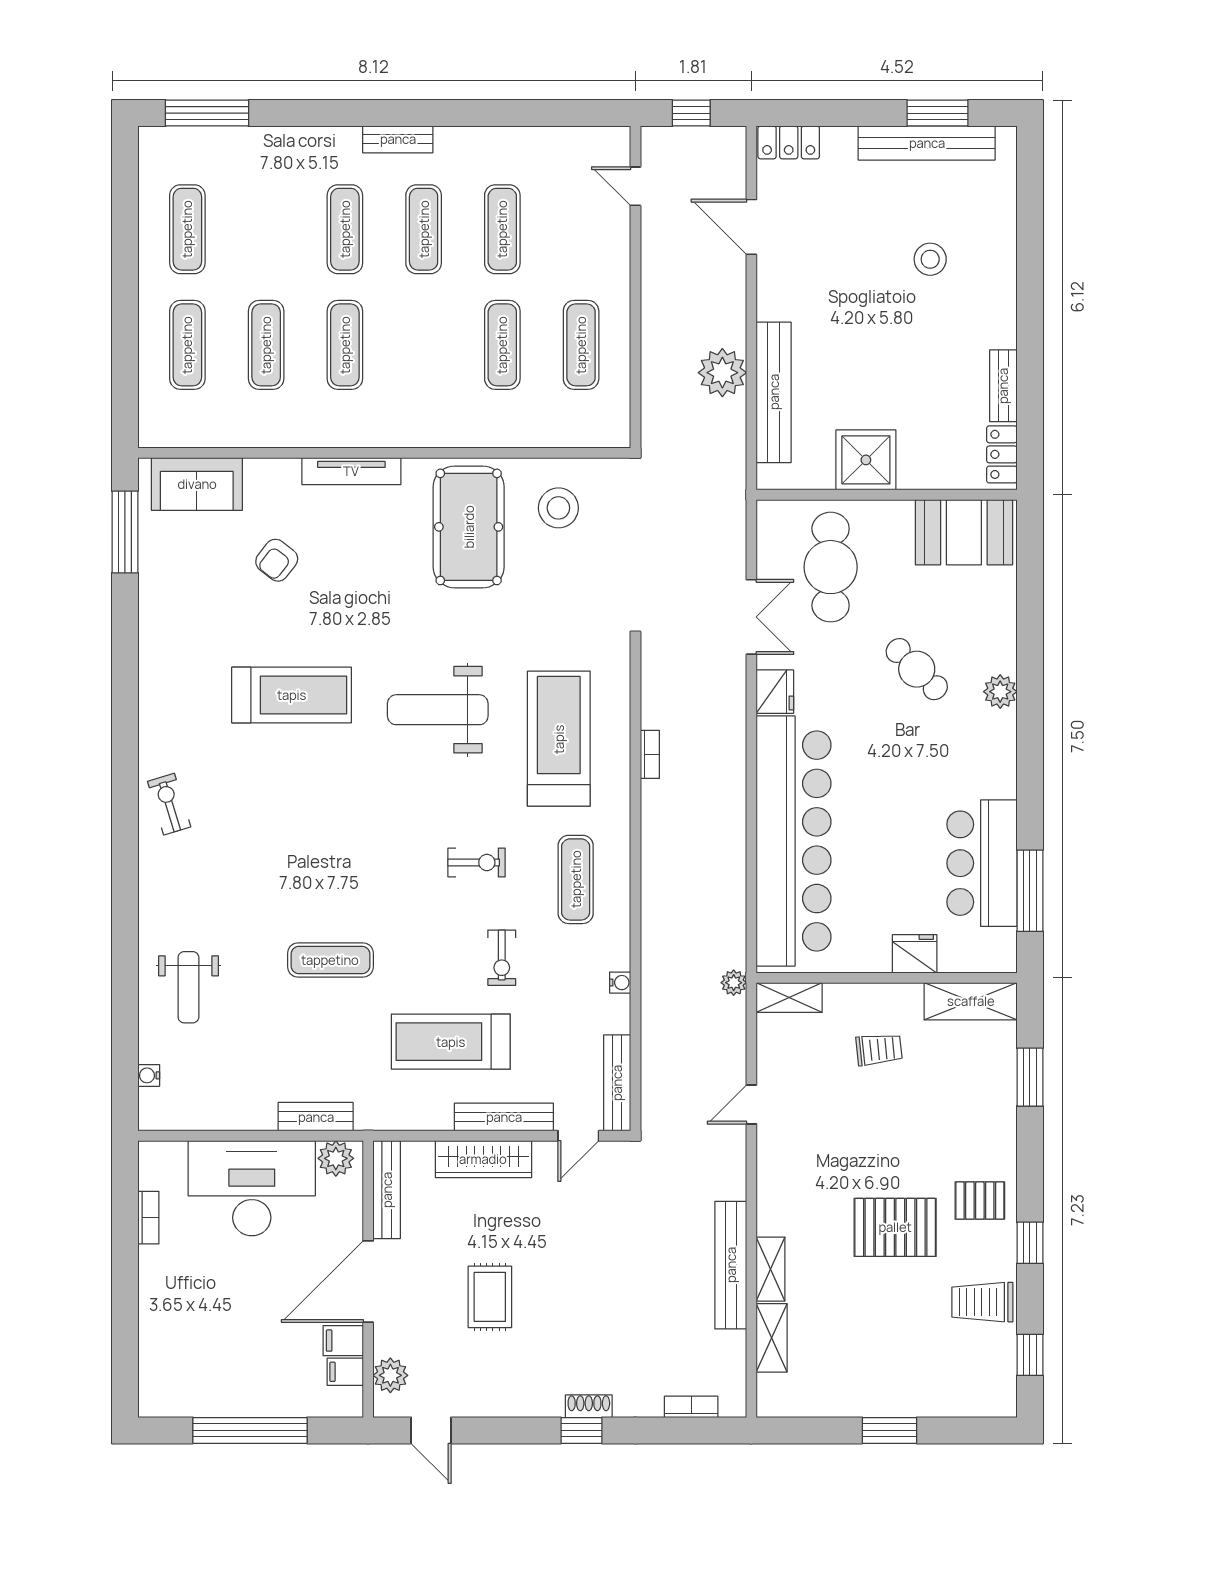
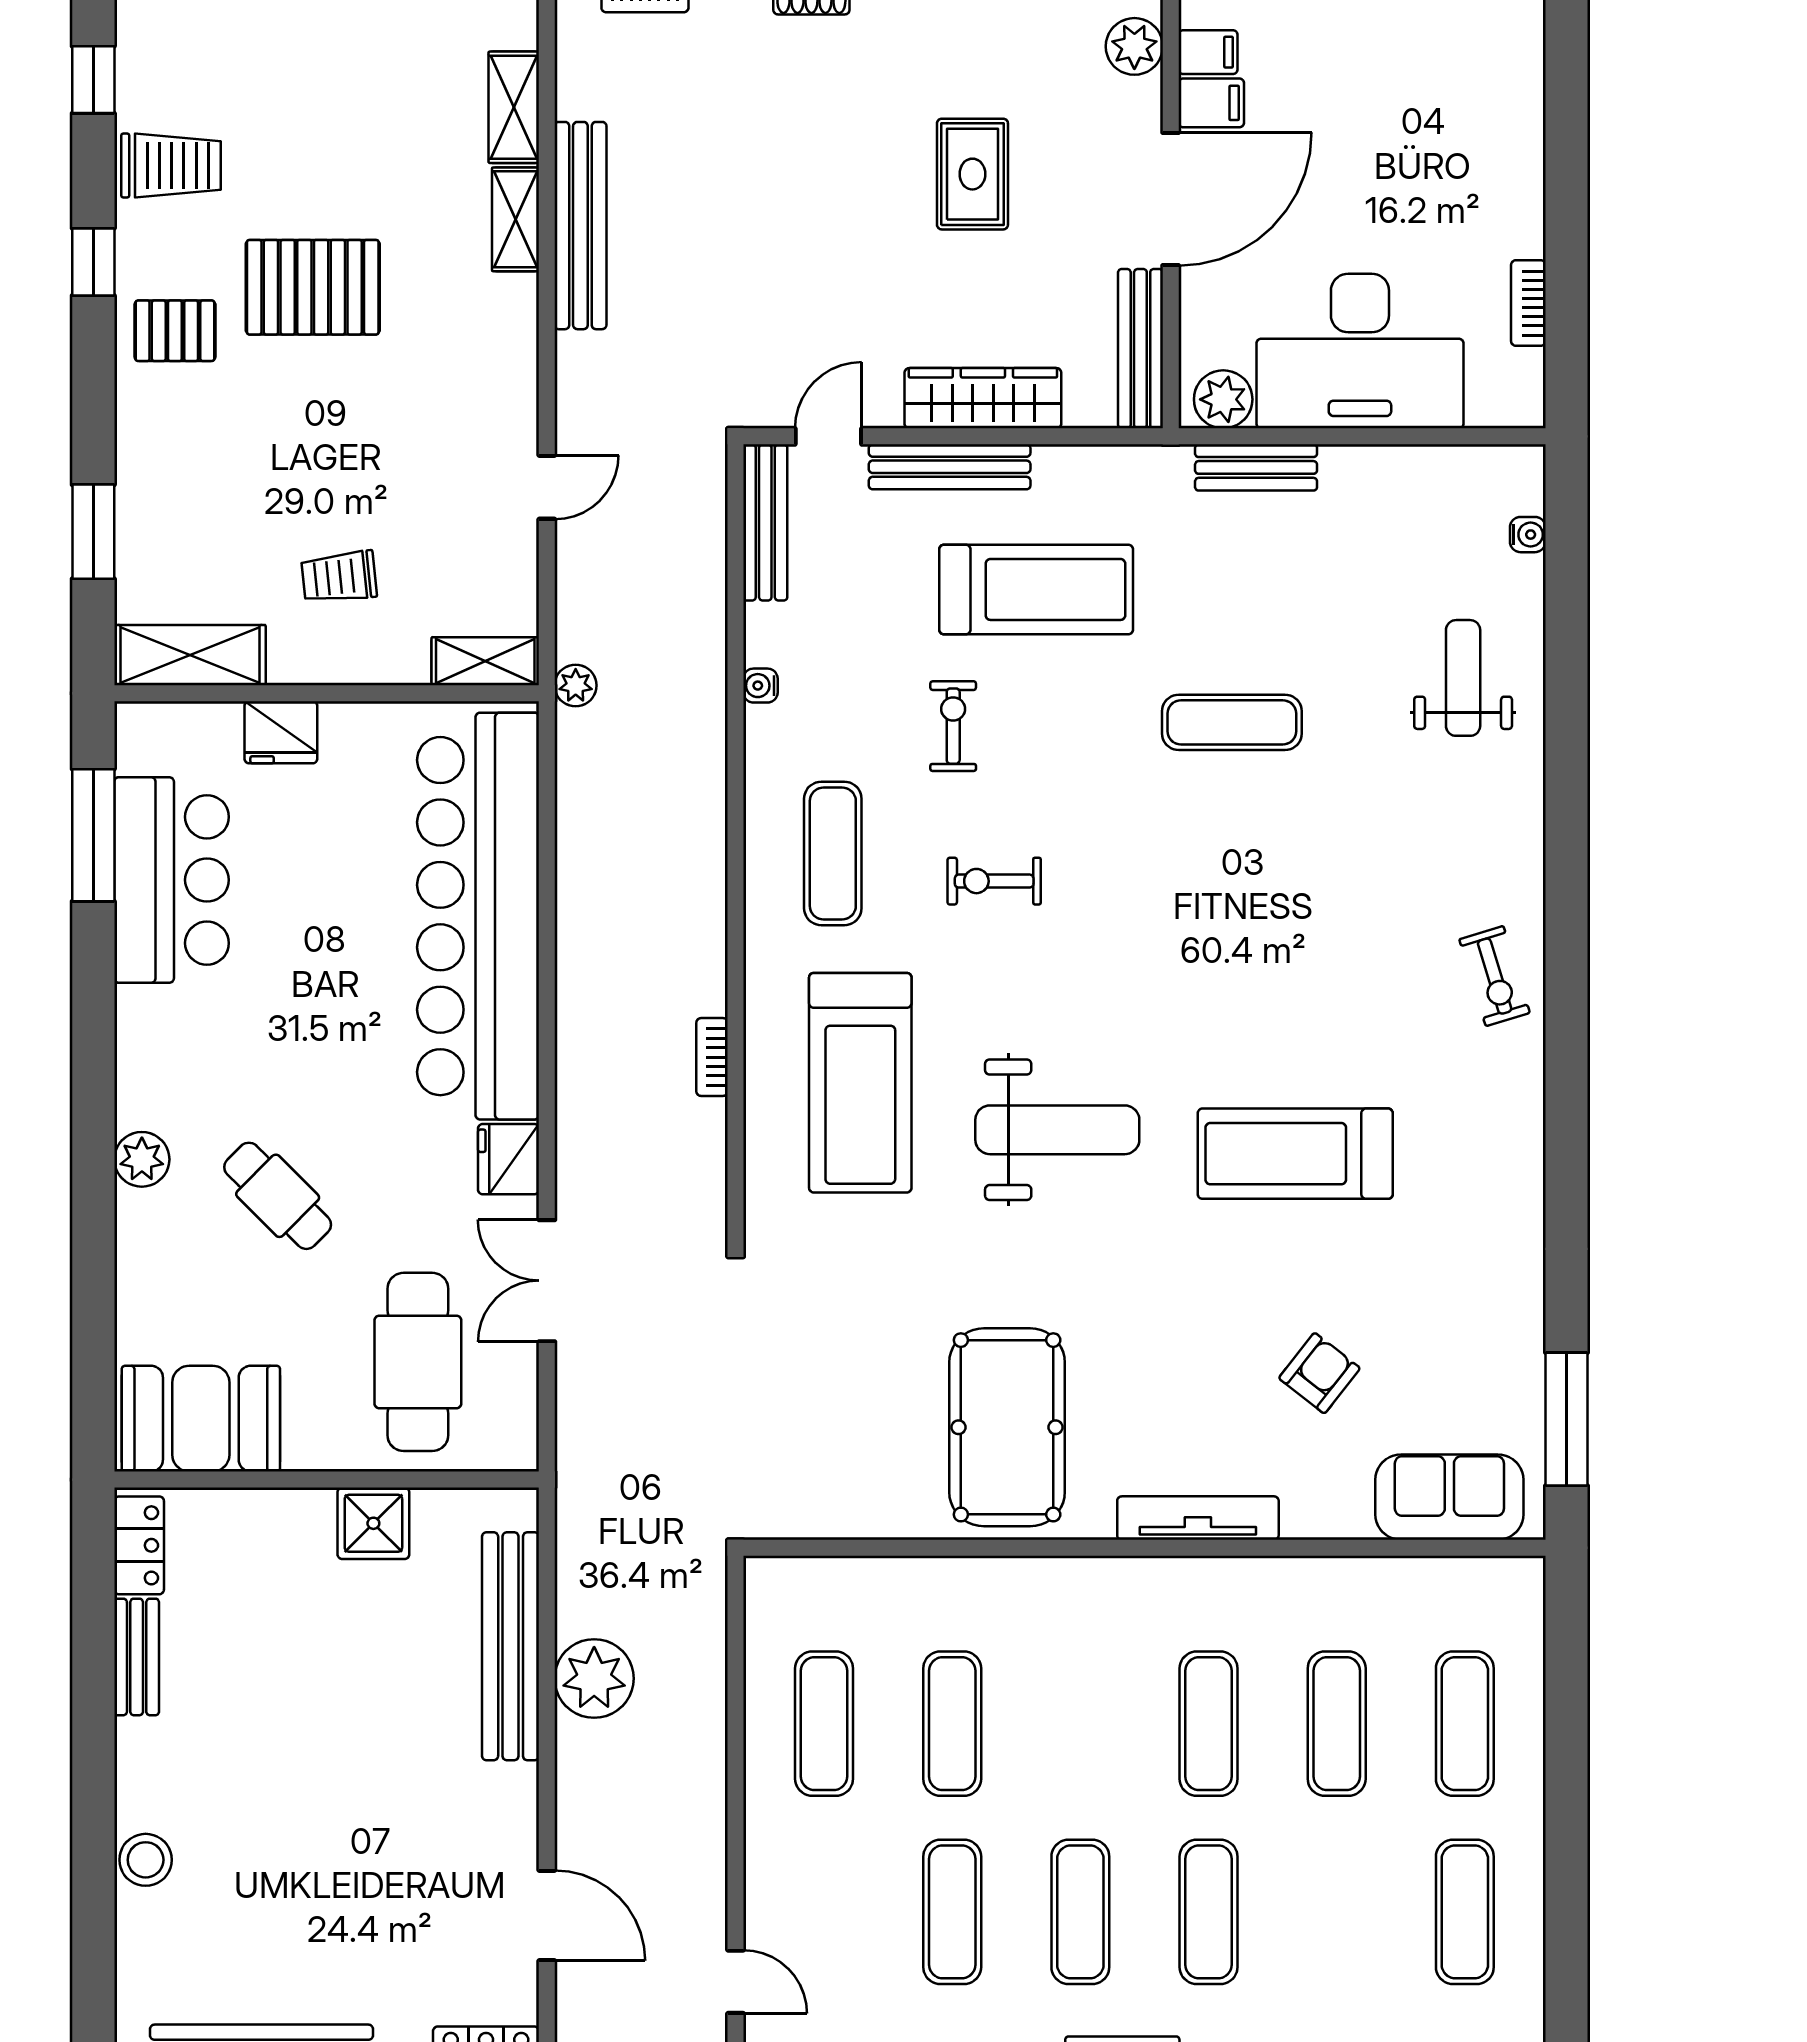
stool: (930, 259) -> (146, 1860), moved
shower: (866, 460) -> (373, 1523), width x0.73, depth x0.73
stool: (558, 508) -> (861, 1458), removed

